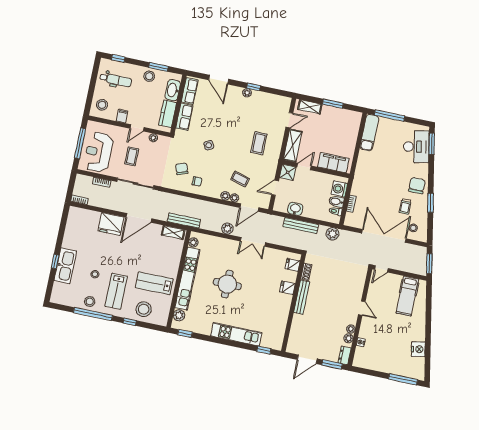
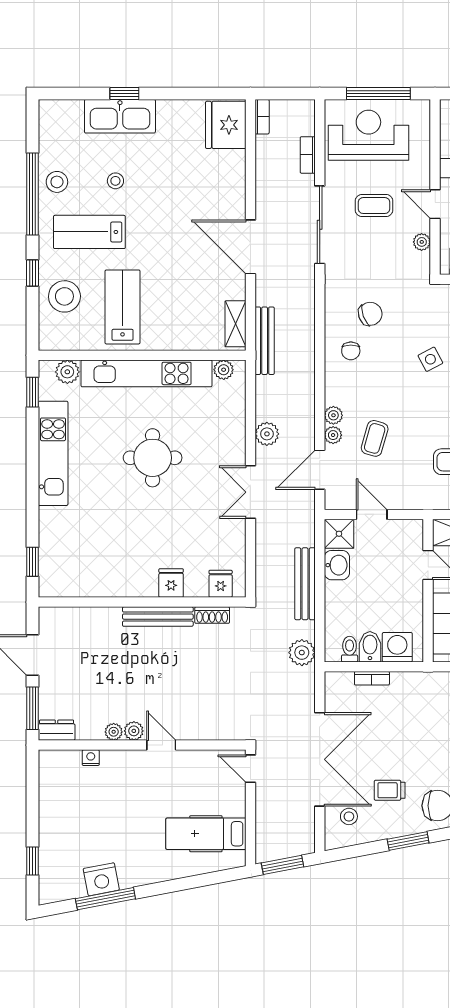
shower: (288, 172) -> (339, 534), moved
door: (249, 208) -> (320, 470), hinge flipped
fridge: (111, 224) -> (226, 125), moved
door: (362, 308) -> (161, 745), swing flipped
kitchen unit: (236, 334) -> (53, 453), moved
plant: (348, 338) -> (134, 731), moved
window: (428, 349) -> (105, 899), added
window: (403, 379) -> (33, 861), width x0.46

